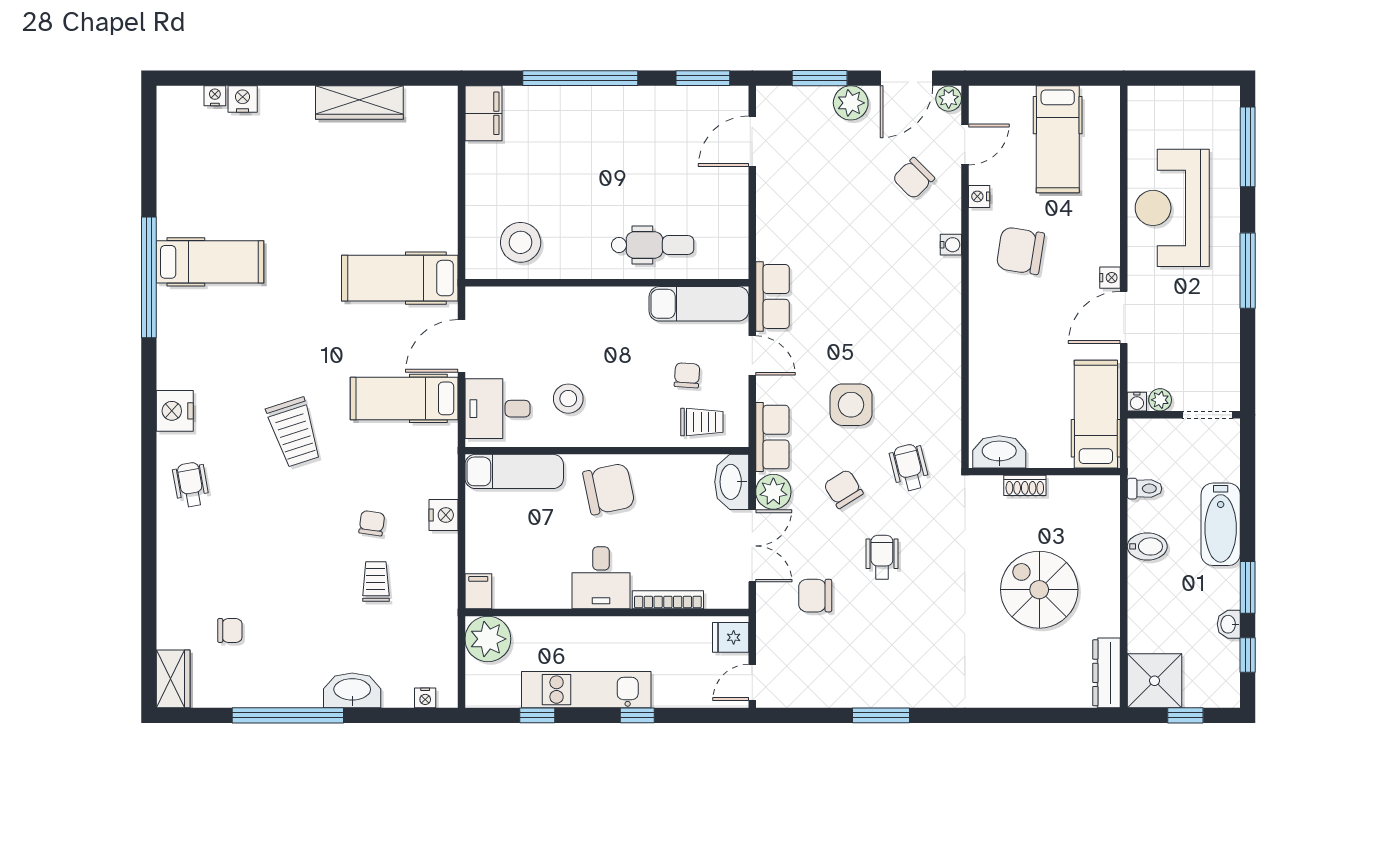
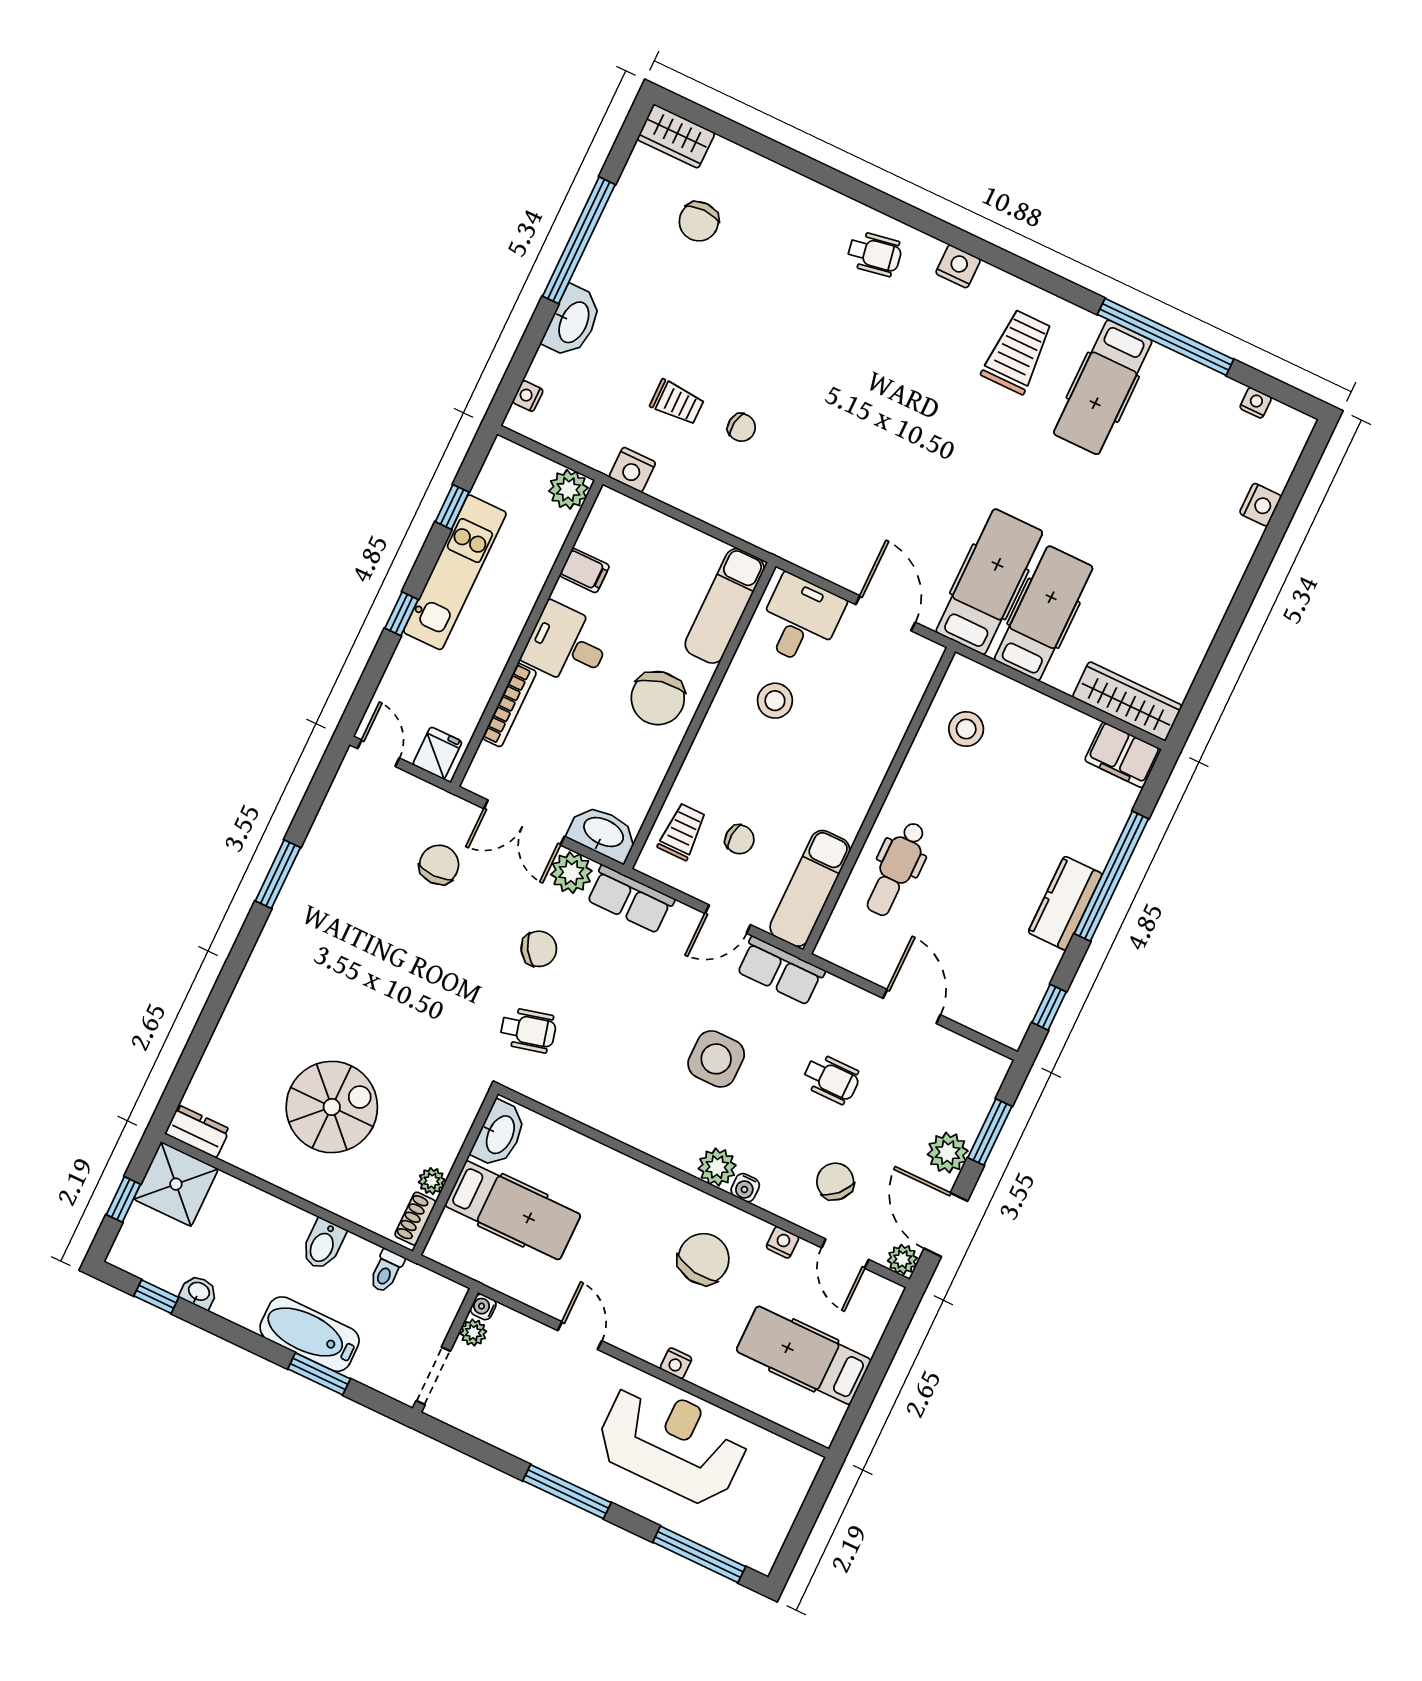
window: (703, 78) -> (1049, 1007), width x0.67
nightstand: (215, 96) -> (1256, 403), moved, turned -90
wardrobe: (359, 103) -> (1127, 701), moved, turned 90
kitchen counter: (618, 104) -> (1065, 903), added
door: (752, 141) -> (912, 1006), moved
stool: (521, 242) -> (966, 729), width x0.73, depth x0.73
plant: (945, 274) -> (717, 1167), added
window: (149, 277) -> (1166, 337), moved
nightstand: (1110, 278) -> (676, 1363), moved
door: (1124, 317) -> (580, 1336), width x0.73
hospital bed: (404, 398) -> (1044, 613), moved
side table: (851, 405) -> (716, 1059), moved
nightstand: (175, 411) -> (958, 266), width x0.74, depth x0.75
hospital bed: (1096, 414) -> (513, 1210), moved
trolley: (702, 422) -> (682, 832), turned 180
trolley: (294, 432) -> (1017, 352), moved, turned 108
shoe rack: (1025, 485) -> (415, 1219), moved
plant: (1059, 487) -> (432, 1181), added
nightstand: (444, 515) -> (632, 470), moved
wheelchair: (882, 557) -> (831, 1079), moved
window: (1248, 587) -> (319, 1374), moved
filing cabinet: (478, 591) -> (584, 571), moved
chair: (230, 630) -> (699, 221), width x1.37, depth x1.37
plant: (488, 639) -> (568, 489), width x0.73, depth x0.73
dresser: (1107, 673) -> (197, 1131), width x0.70

